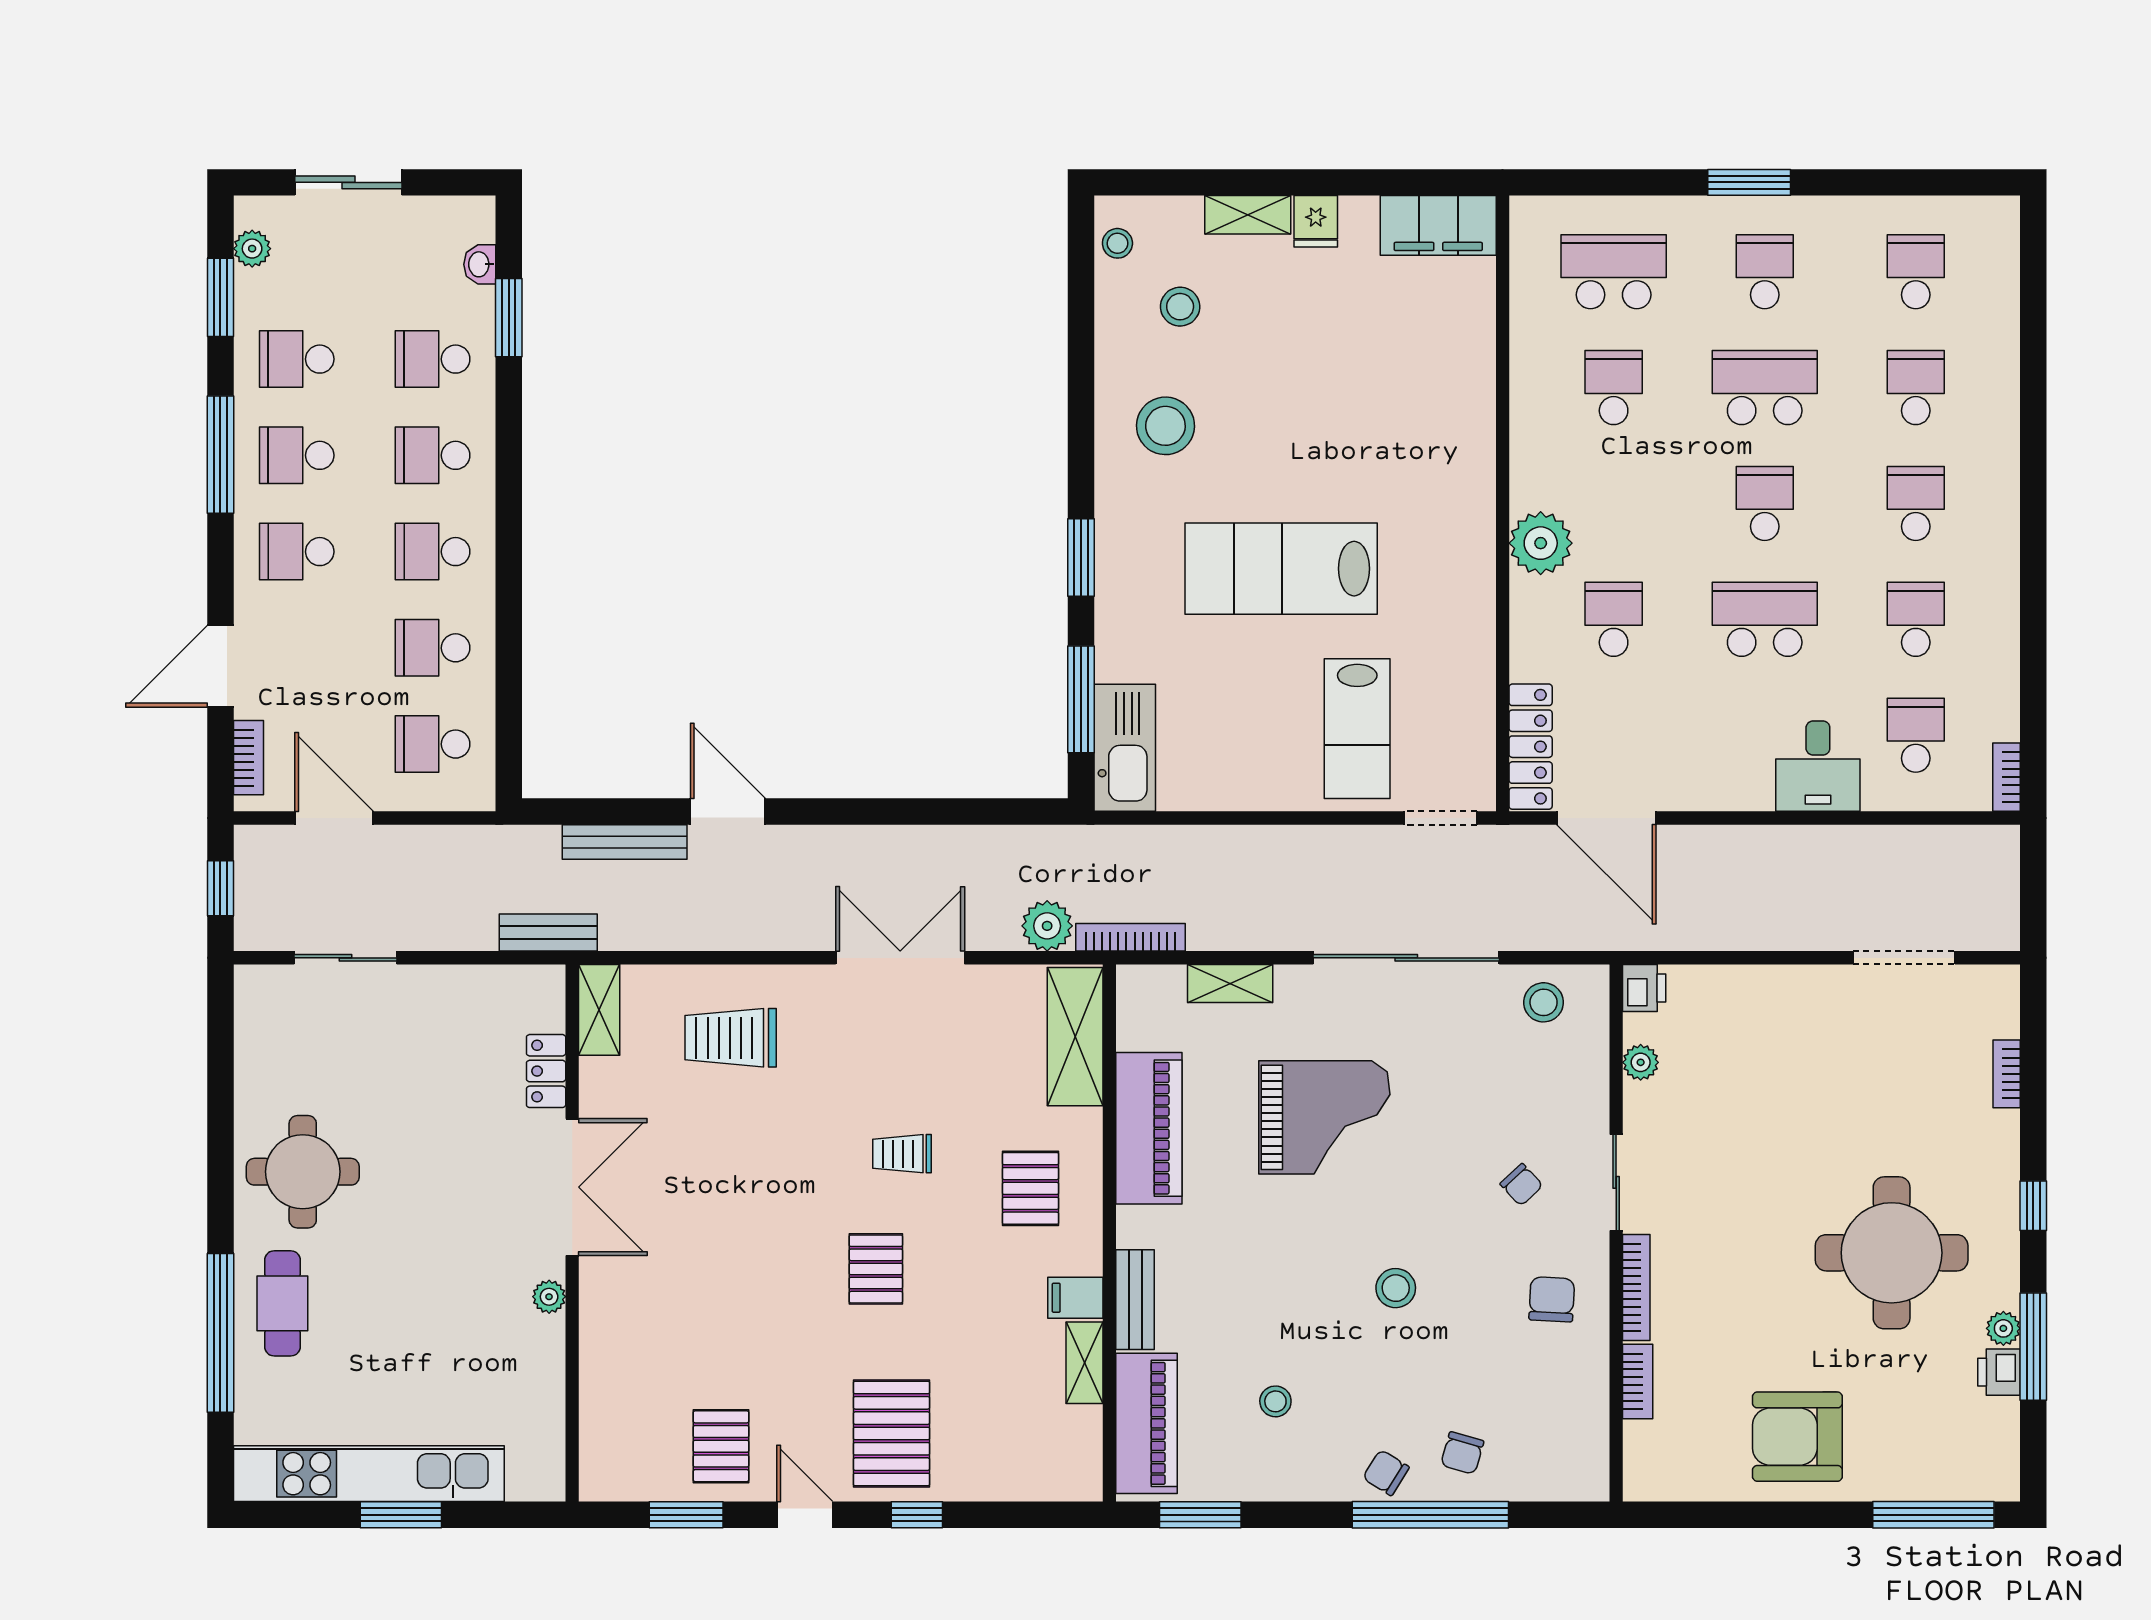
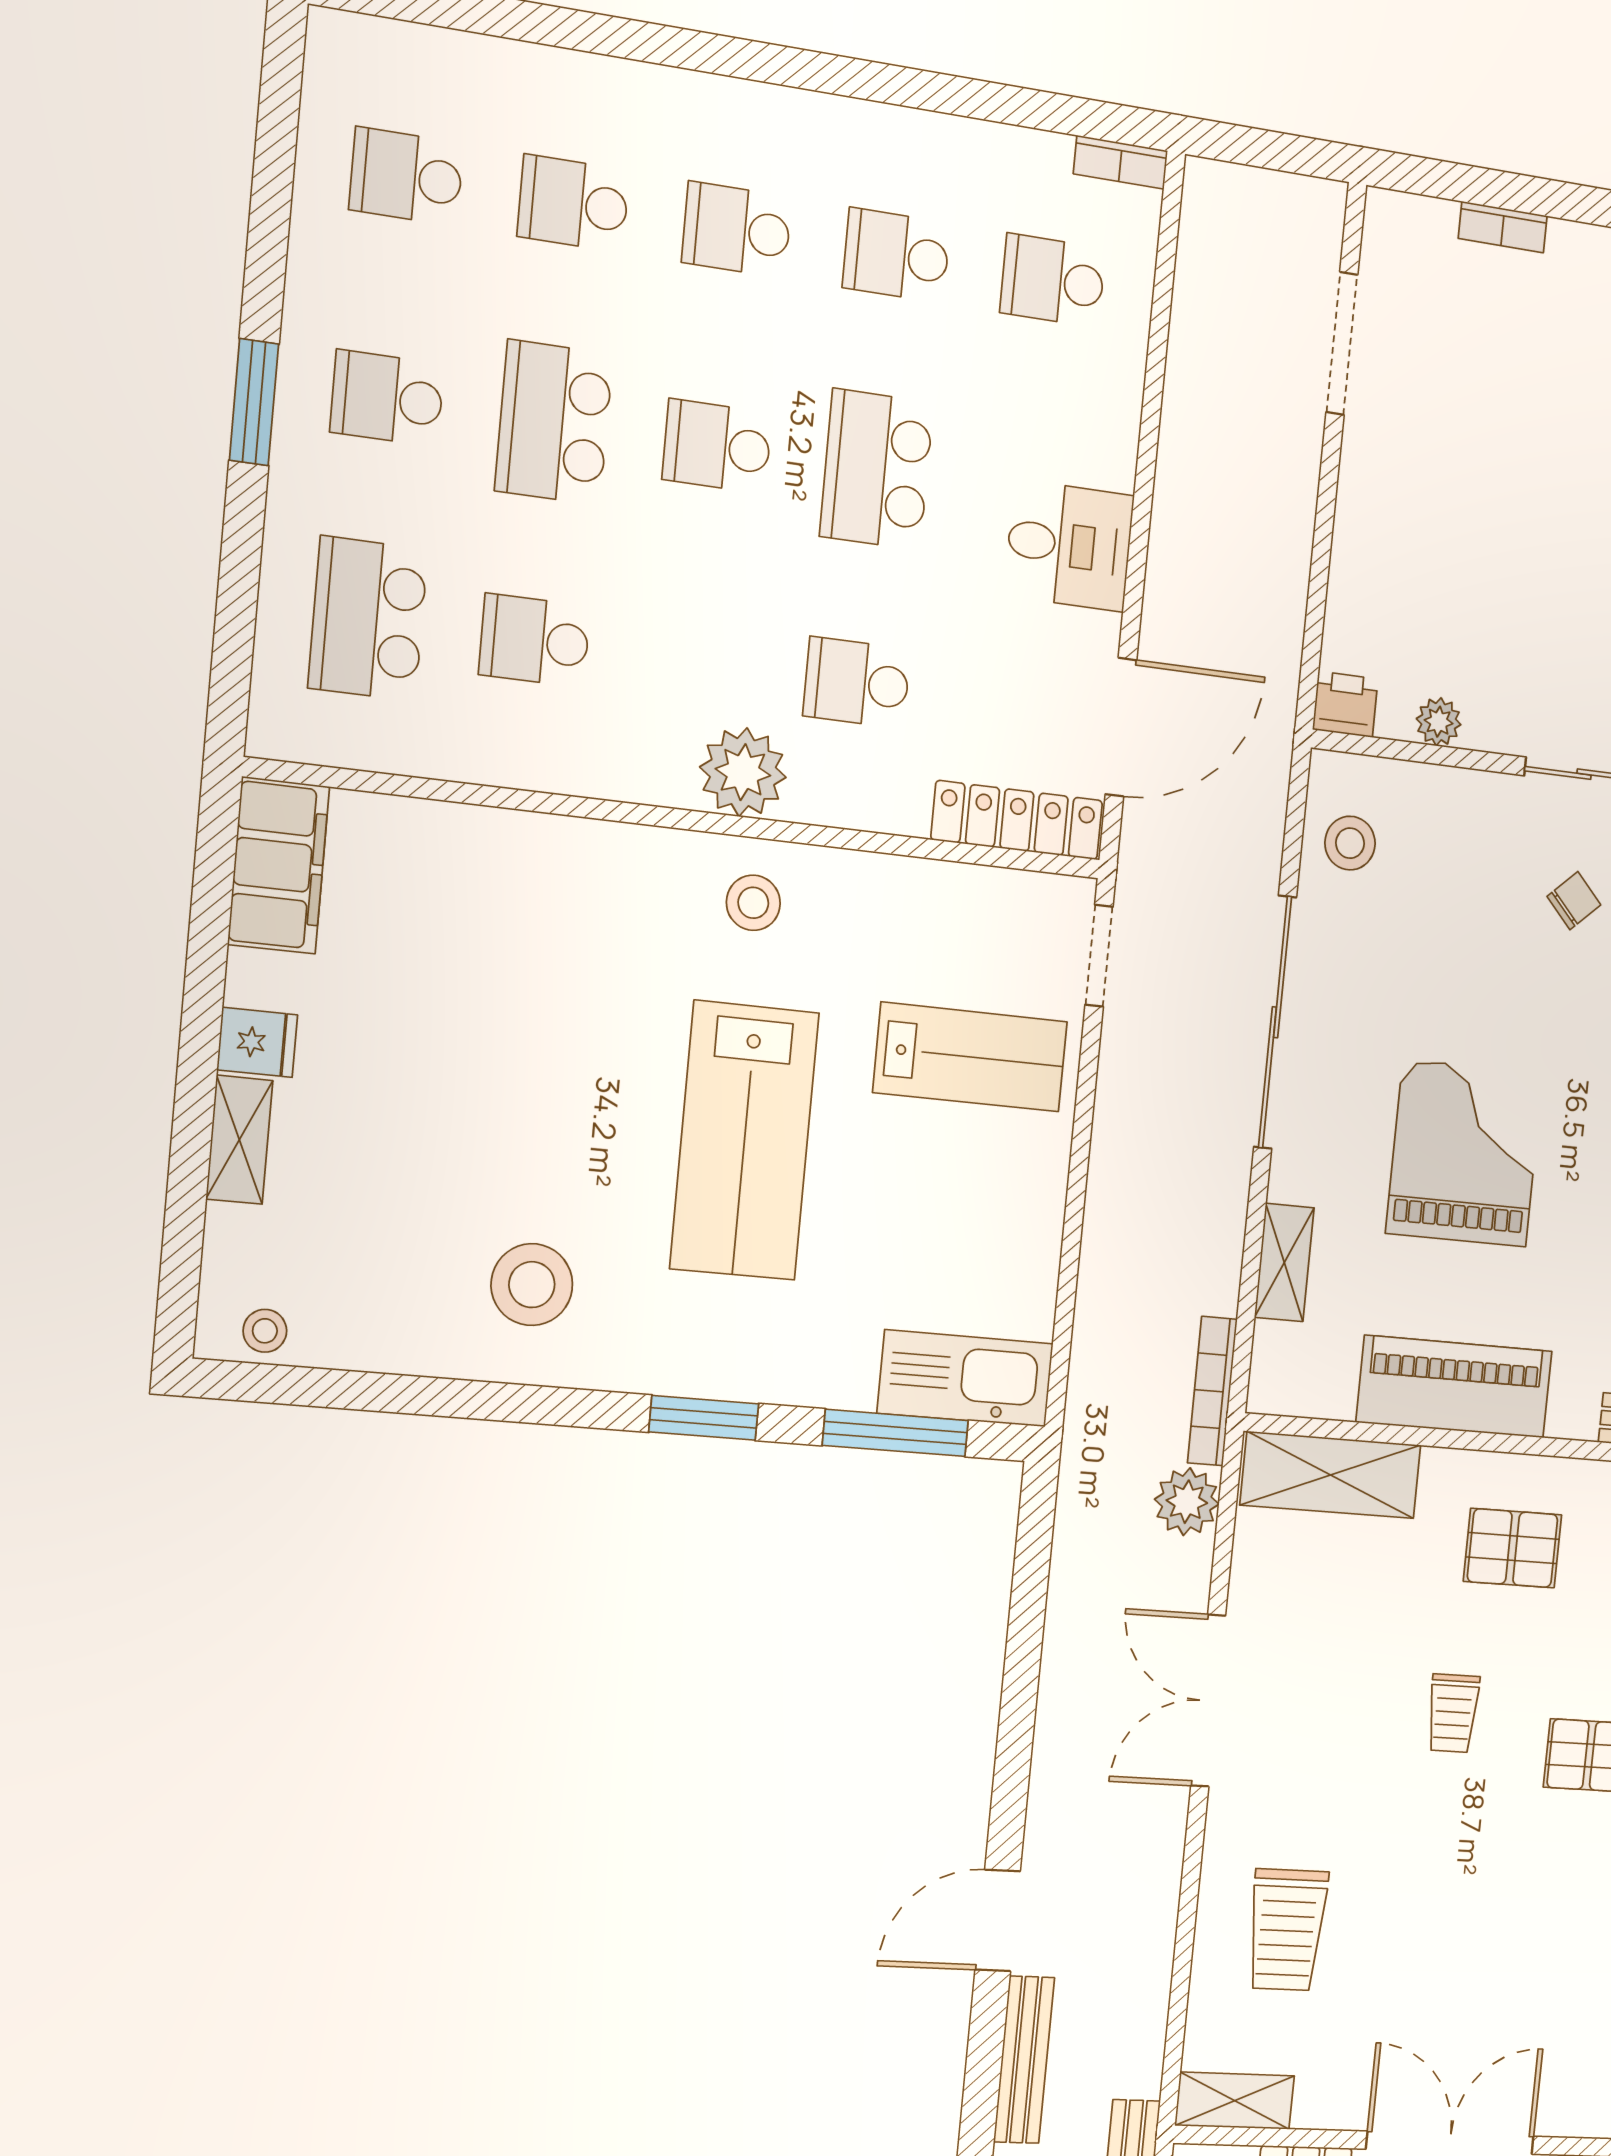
stool: (1180, 307) -> (753, 903), moved
desk: (1818, 766) -> (1069, 546), moved

